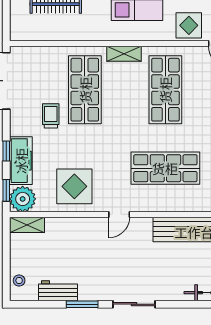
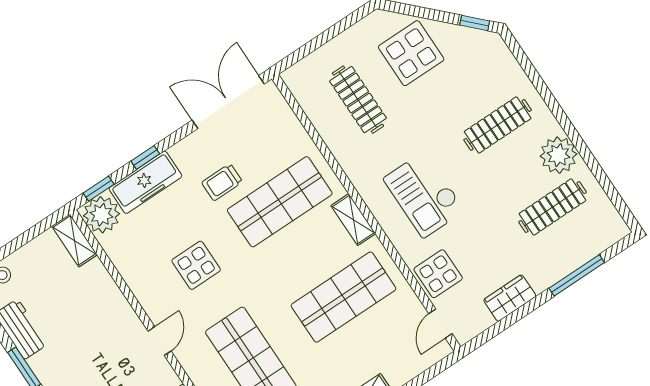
trolley: (51, 116) -> (222, 182), turned 180
display table: (74, 186) -> (196, 265), moved, width x0.73, depth x0.73
door: (119, 214) -> (160, 341), swing flipped

